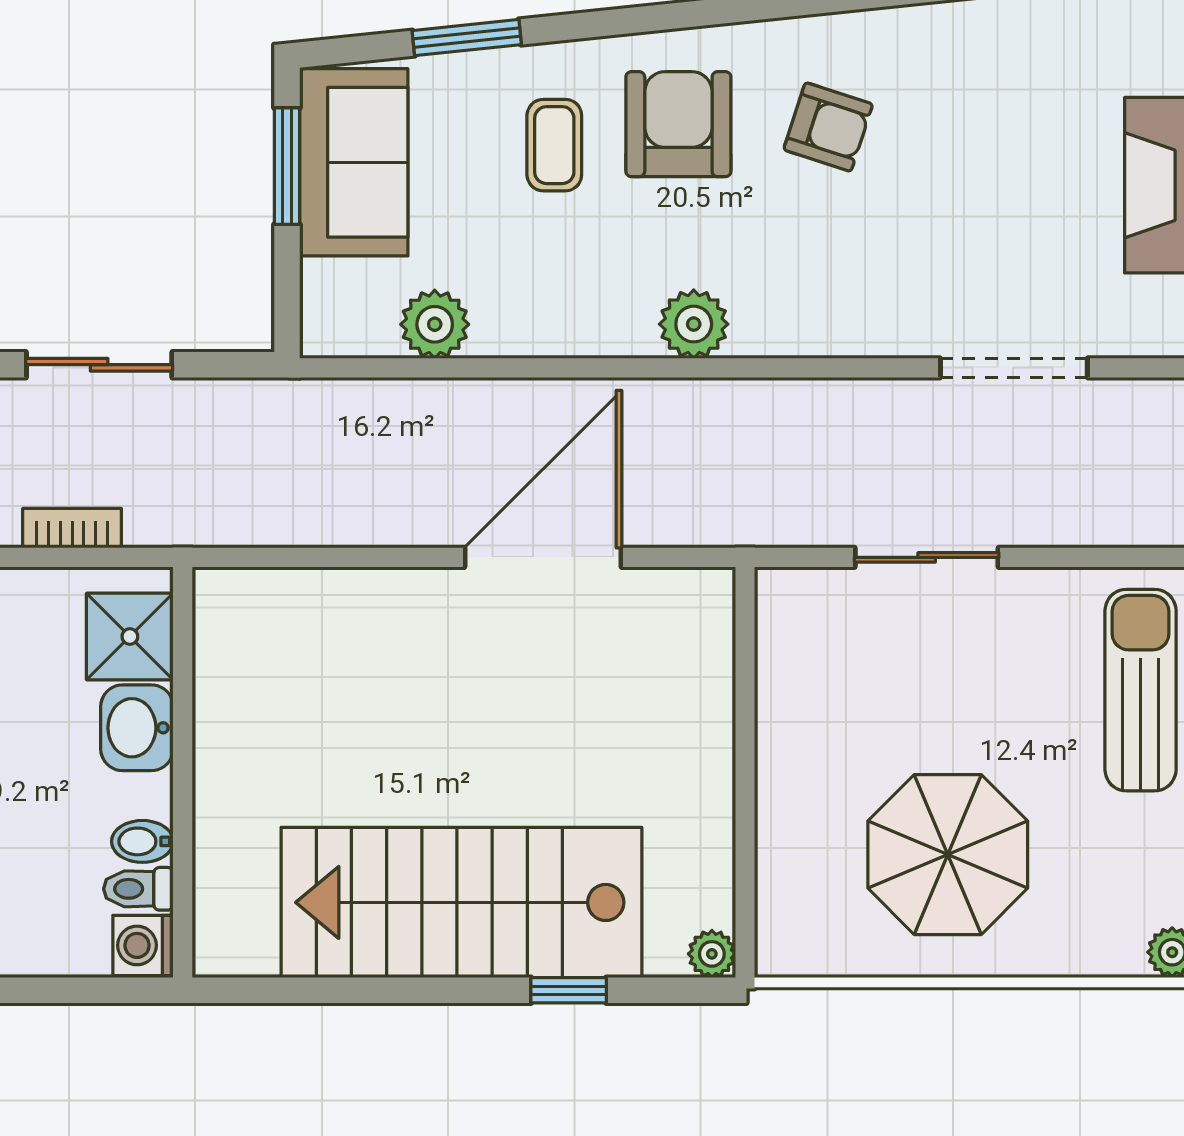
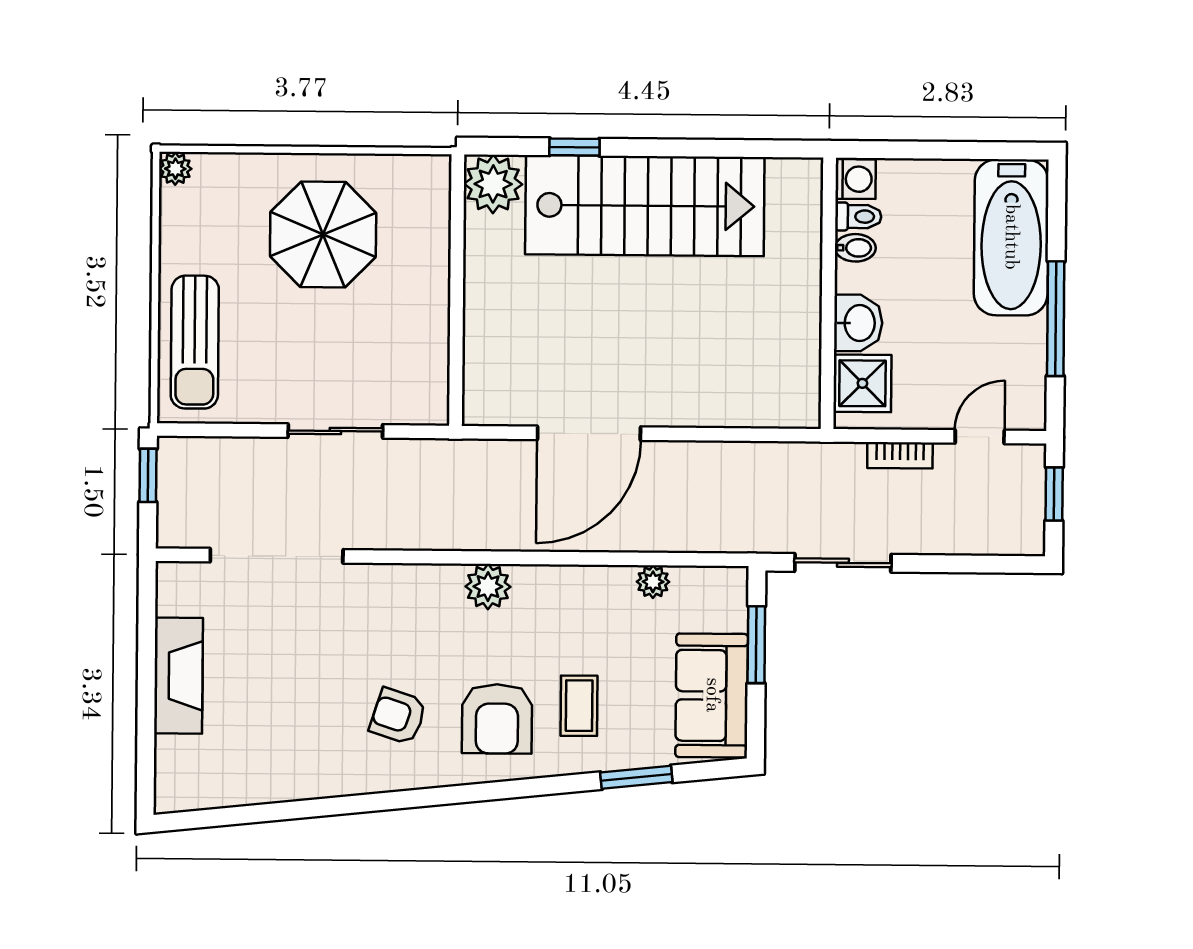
window: (287, 166) -> (756, 645), moved
plant: (435, 324) -> (653, 582), width x0.73, depth x0.73
sliding door: (99, 365) -> (843, 563), moved
doorway: (1014, 368) -> (277, 556), width x1.36
plant: (712, 954) -> (493, 184), width x1.88, depth x1.88

